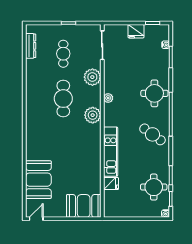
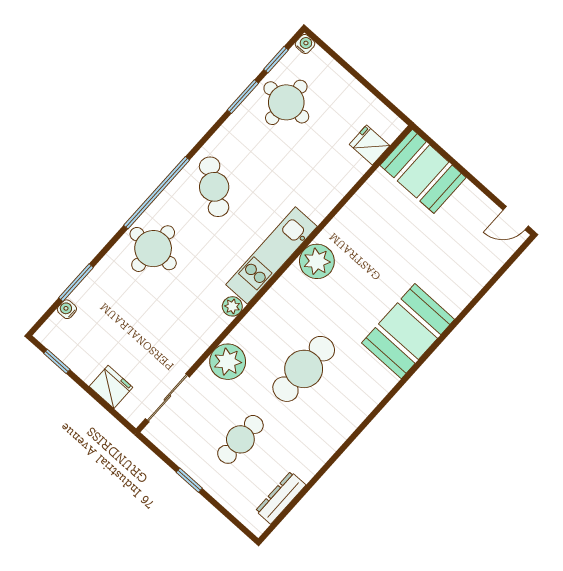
fridge: (136, 31) -> (111, 387), moved
plant: (93, 115) -> (317, 261), moved
kitchen unit: (111, 152) -> (271, 255), moved
booth: (38, 180) -> (408, 331), moved
fridge: (111, 184) -> (369, 145), moved

